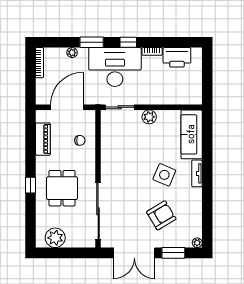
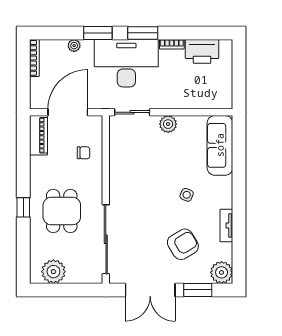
window: (128, 42) -> (143, 33), width x1.50
piano: (43, 139) -> (38, 135), moved
tv unit: (197, 173) -> (226, 226), moved
side table: (164, 175) -> (187, 195), width x0.54, depth x0.54
plant: (197, 243) -> (222, 272), width x1.88, depth x1.88

